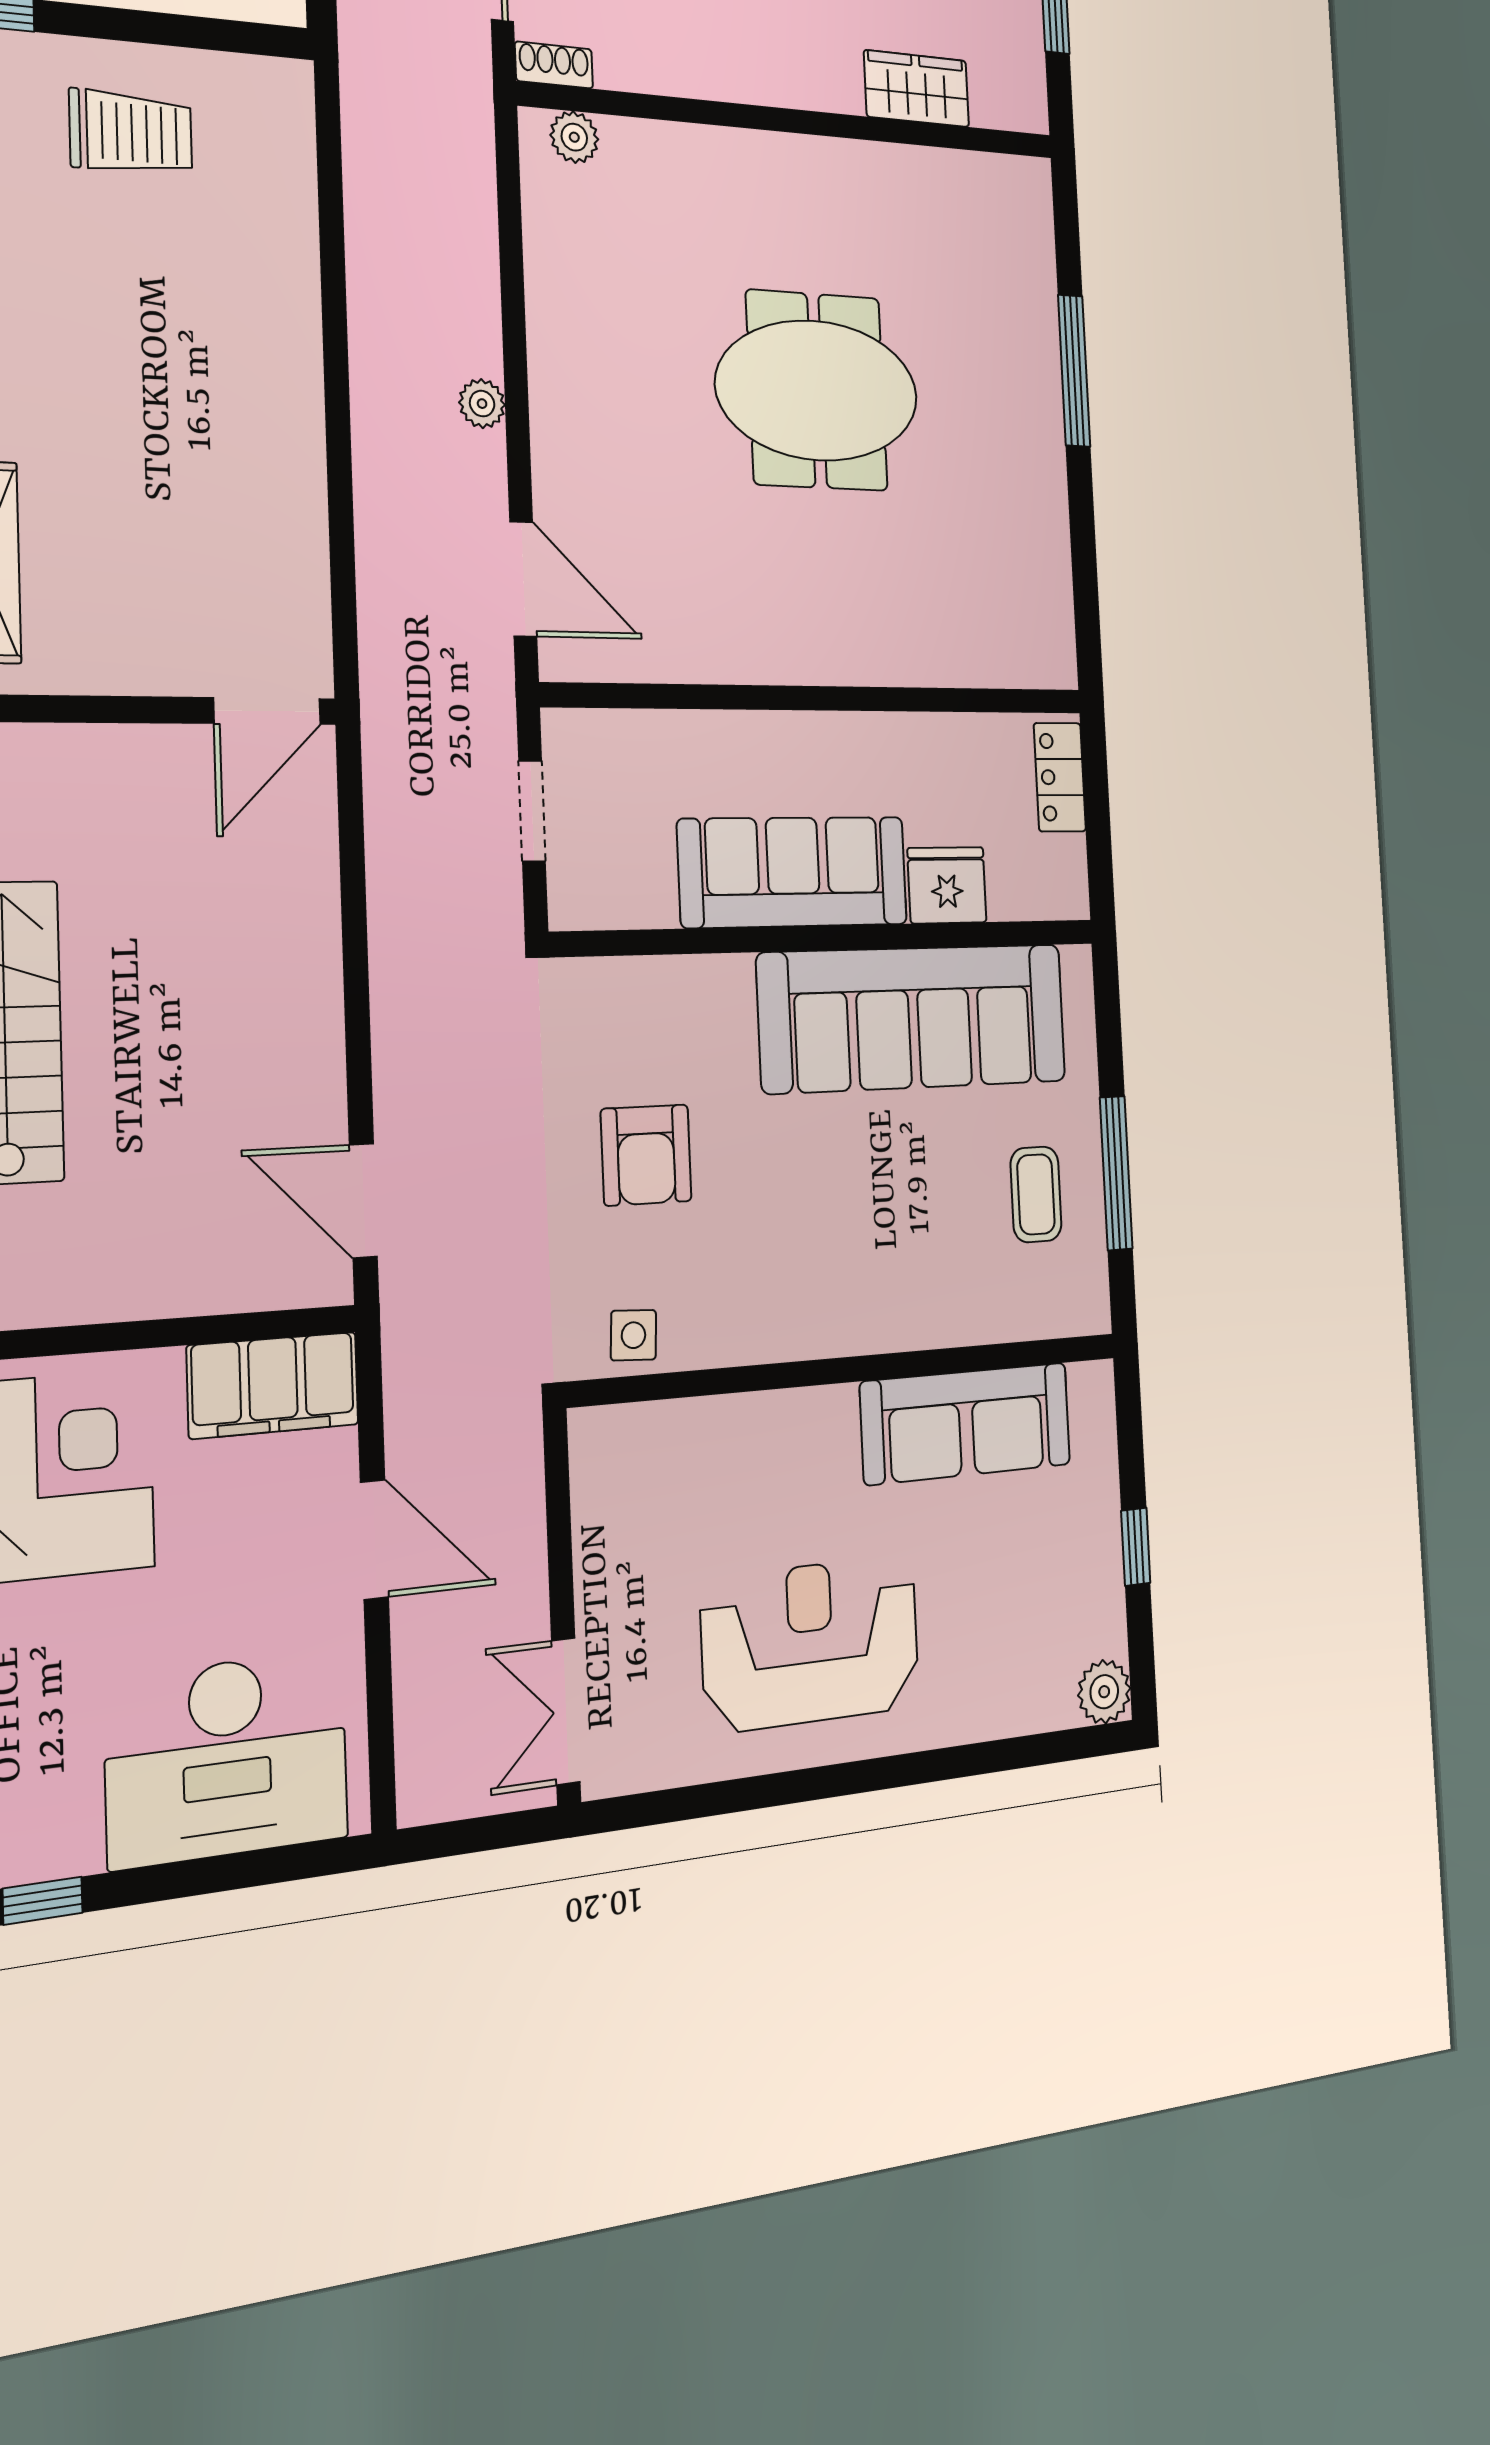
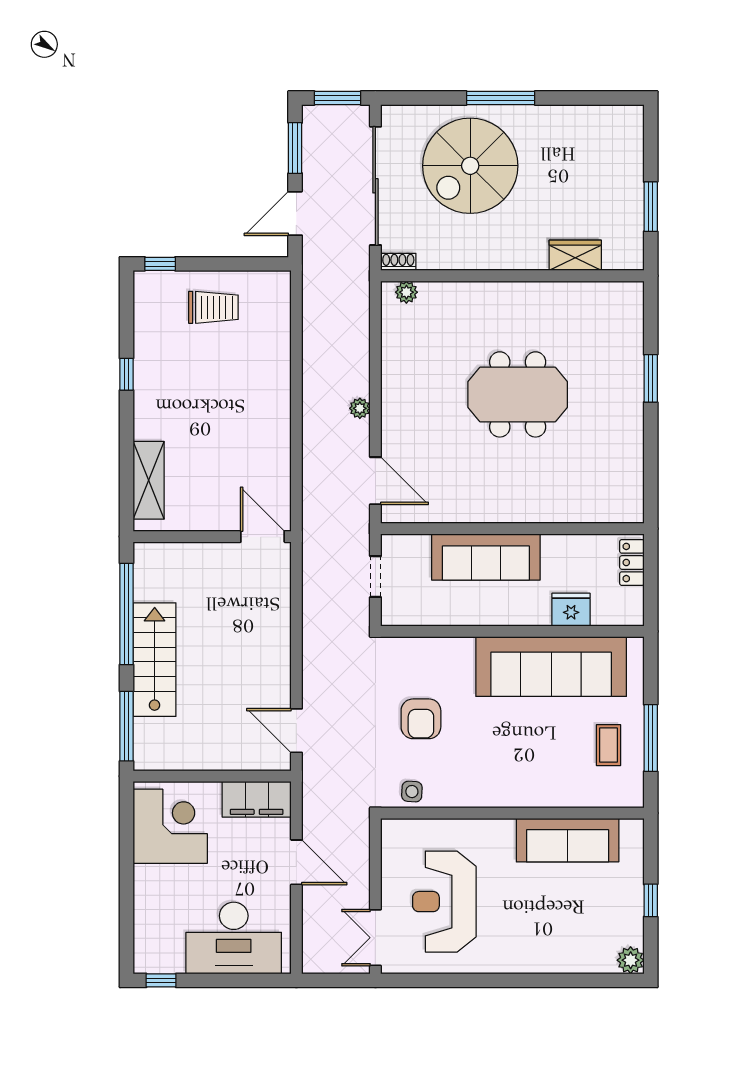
window: (1074, 371) -> (651, 378), width x0.69
door: (267, 711) -> (263, 537), swing flipped
sofa: (793, 872) -> (486, 557), moved, turned 180
reception desk: (811, 1643) -> (444, 902), moved, turned -90

